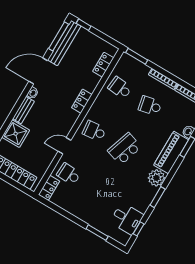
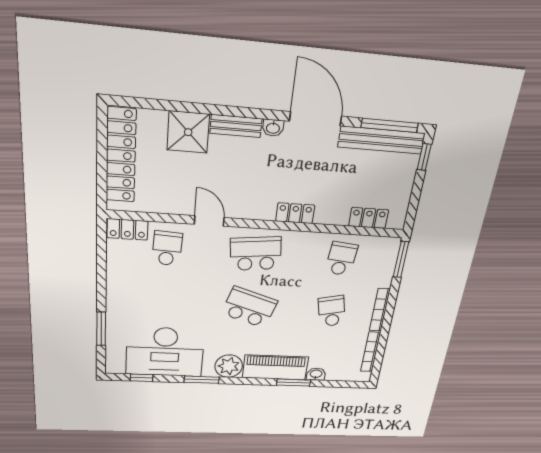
school desk: (94, 131) -> (256, 254), width x1.85
desk: (127, 219) -> (165, 352), width x1.87, depth x1.30

